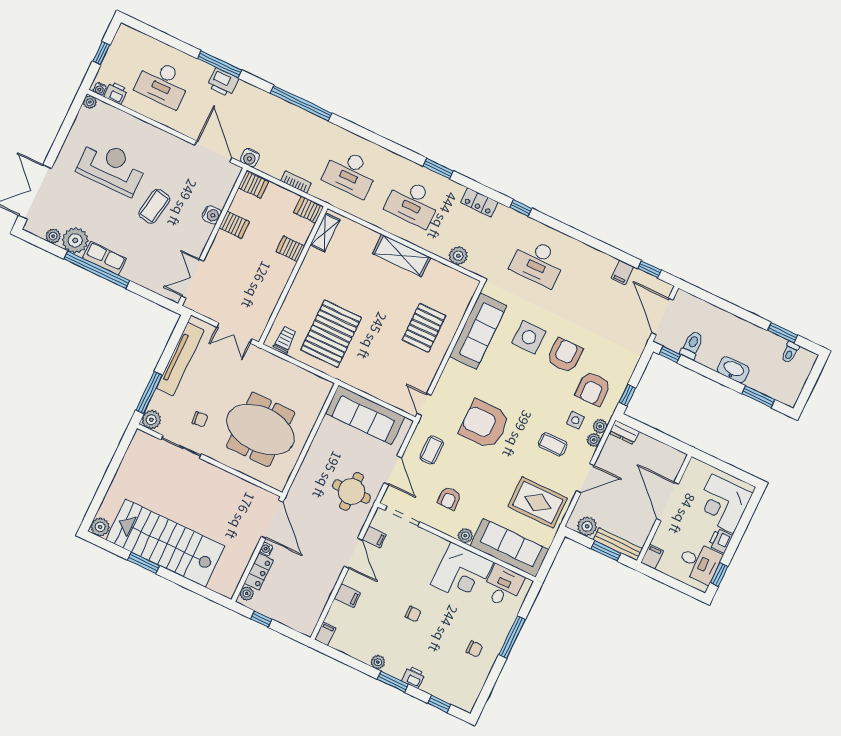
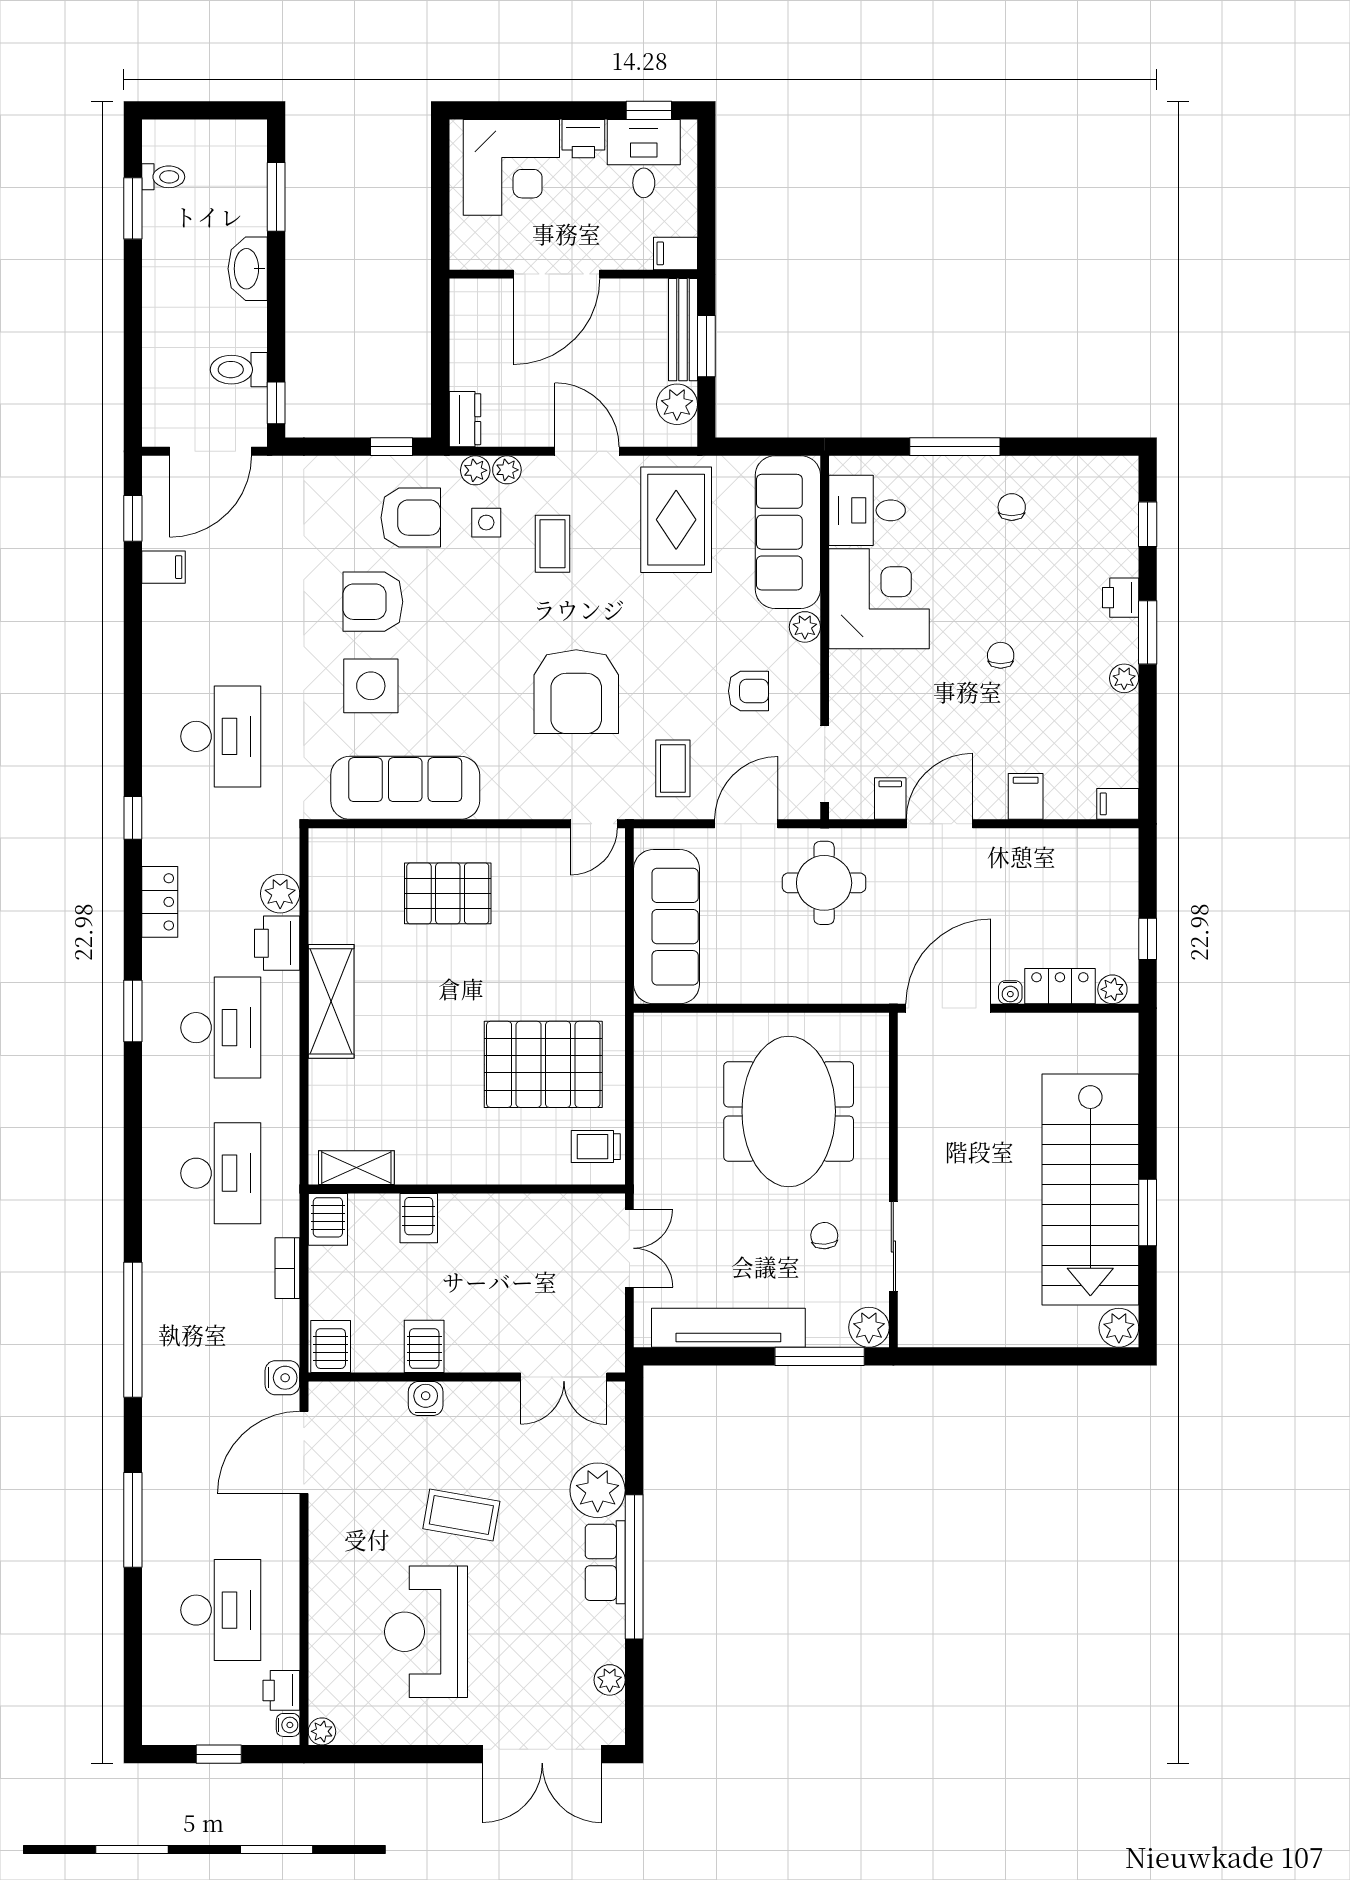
printer: (223, 82) -> (277, 943), moved, turned 180
plant: (75, 240) -> (598, 1490), moved
coffee table: (432, 450) -> (673, 768), turned 90

